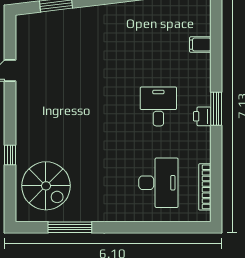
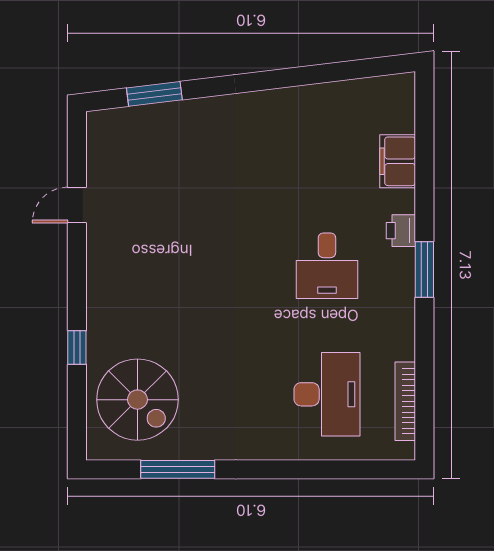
filing cabinet: (200, 45) -> (398, 161), width x2.00
desk: (158, 106) -> (327, 266), turned 180
printer: (202, 116) -> (401, 231), moved

